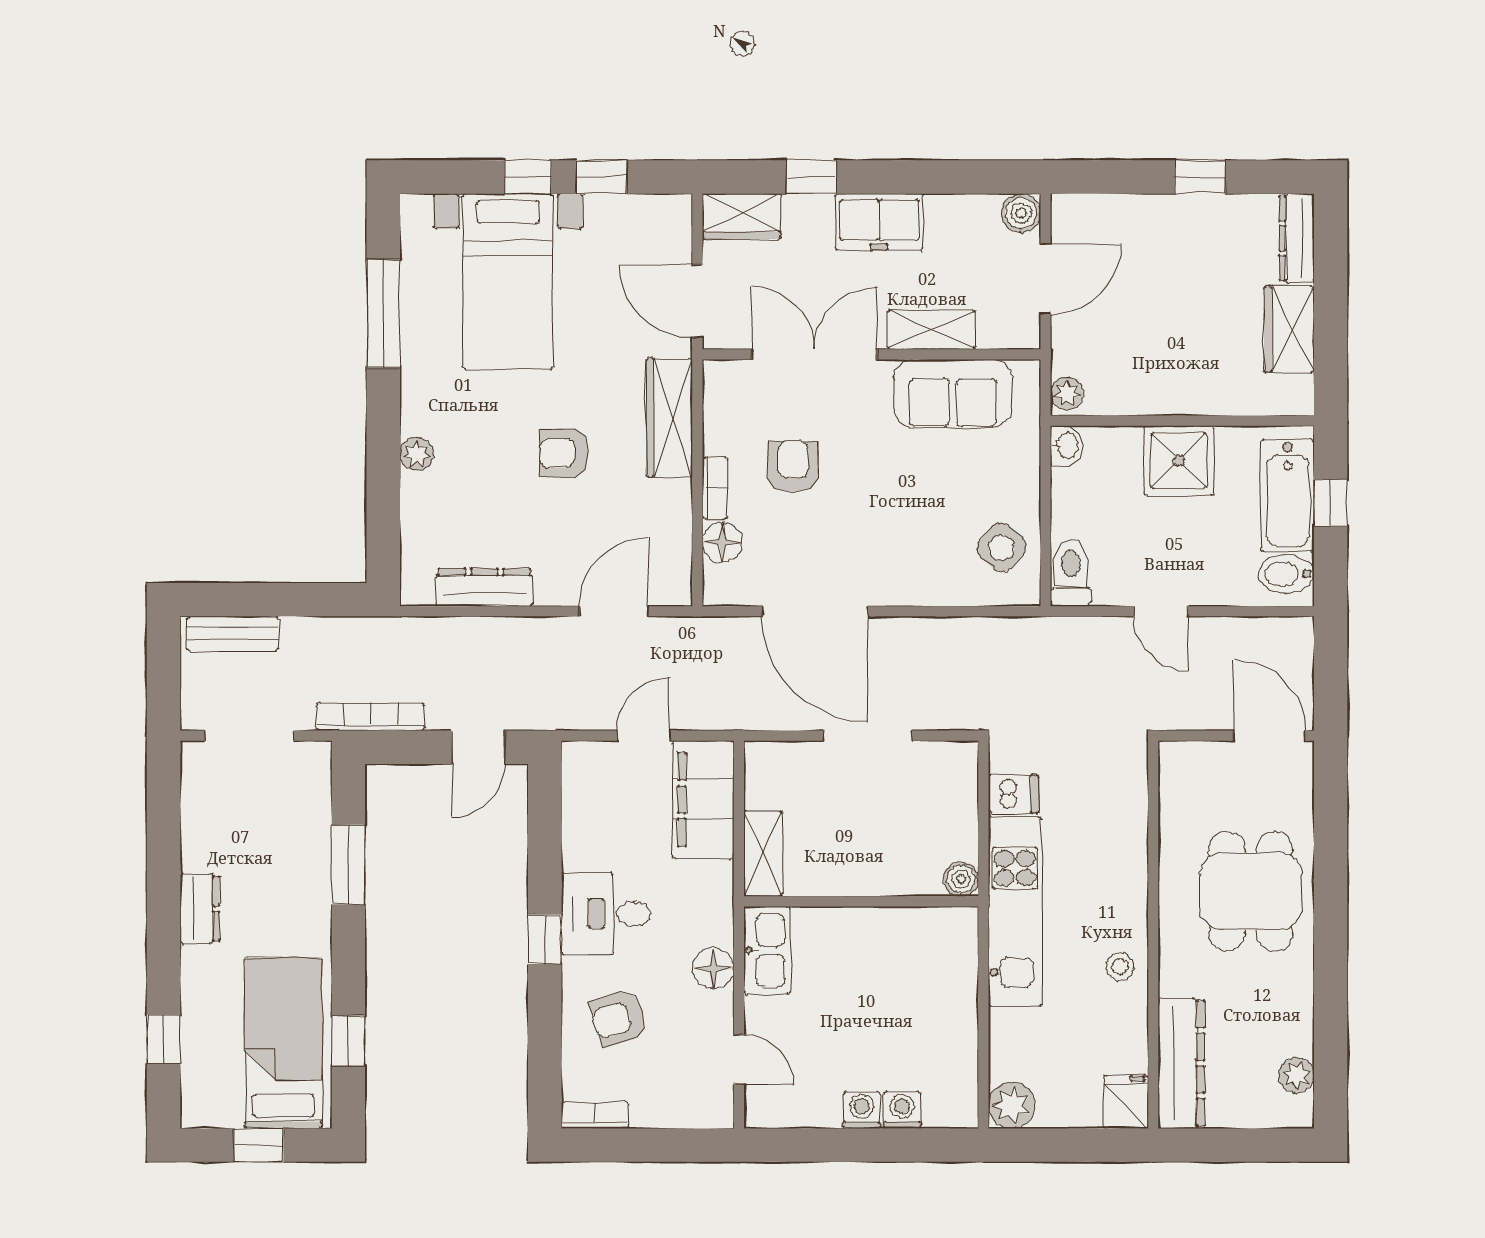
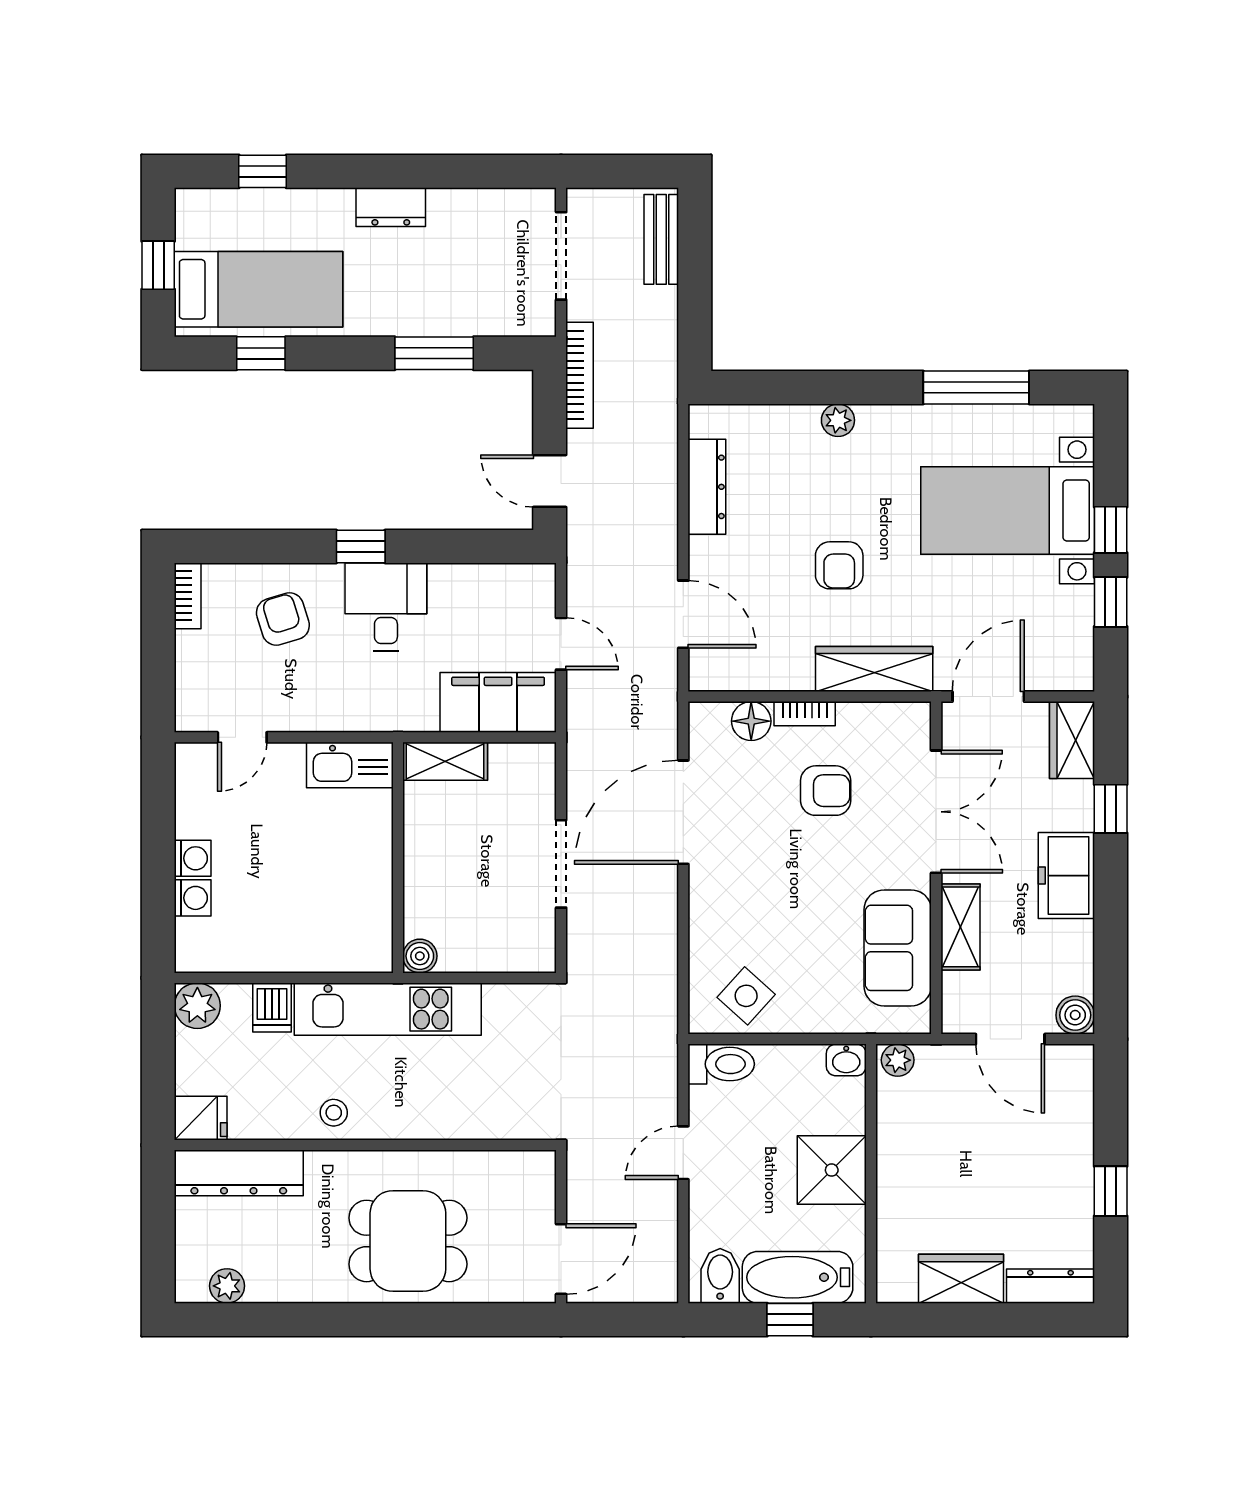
armchair: (564, 453) -> (839, 565), turned 180
dishwasher: (1013, 794) -> (272, 1008), moved
floor lamp: (713, 968) -> (332, 712), removed

